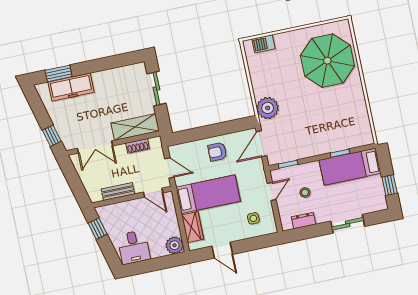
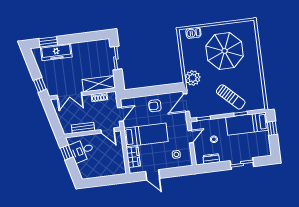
parasol: (327, 61) -> (225, 51), moved
sun lounger: (324, 131) -> (231, 97), added
door: (169, 168) -> (120, 114), hinge flipped
window: (390, 185) -> (272, 128), moved
plant: (175, 245) -> (120, 169), removed
desk: (134, 247) -> (82, 151), moved, turned 76

